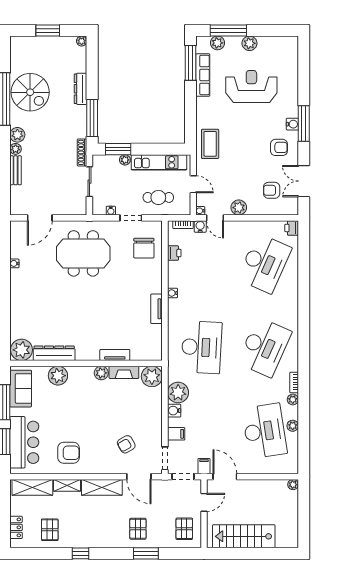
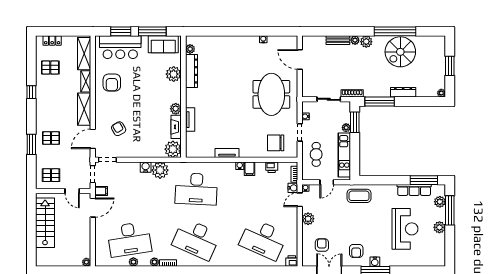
plant: (22, 350) -> (190, 49), width x0.53, depth x0.53
filing cabinet: (176, 434) -> (250, 169), moved

